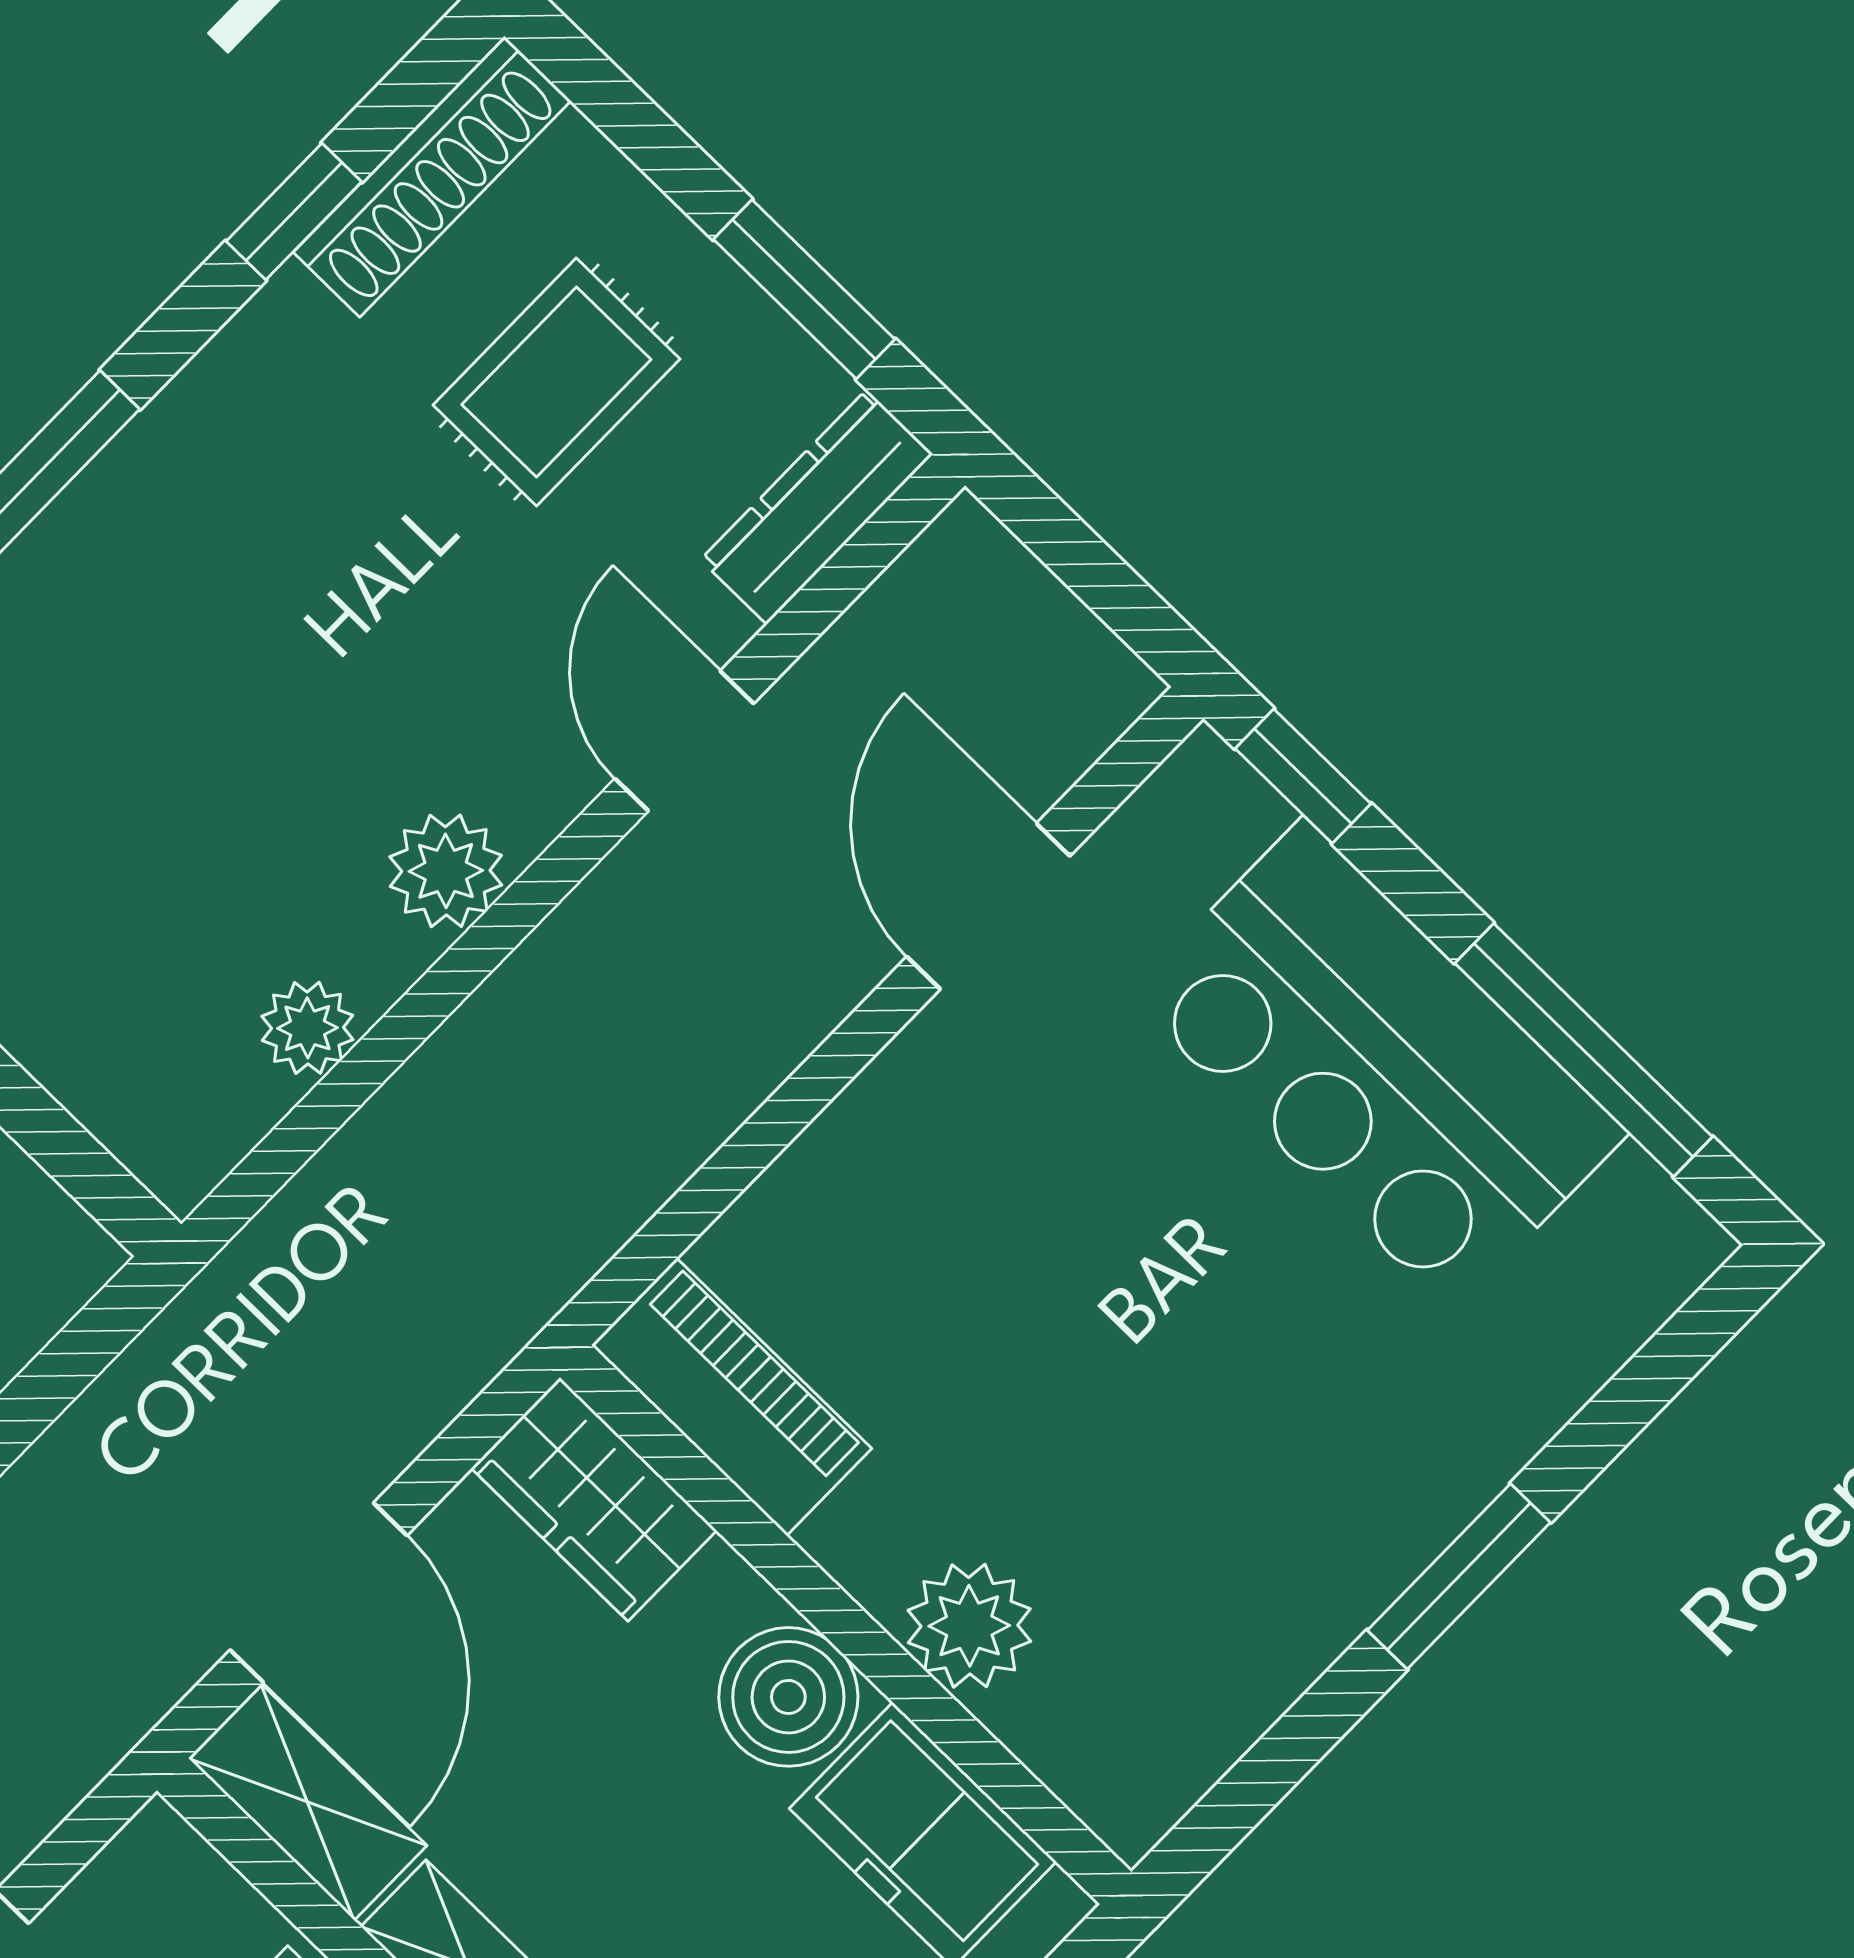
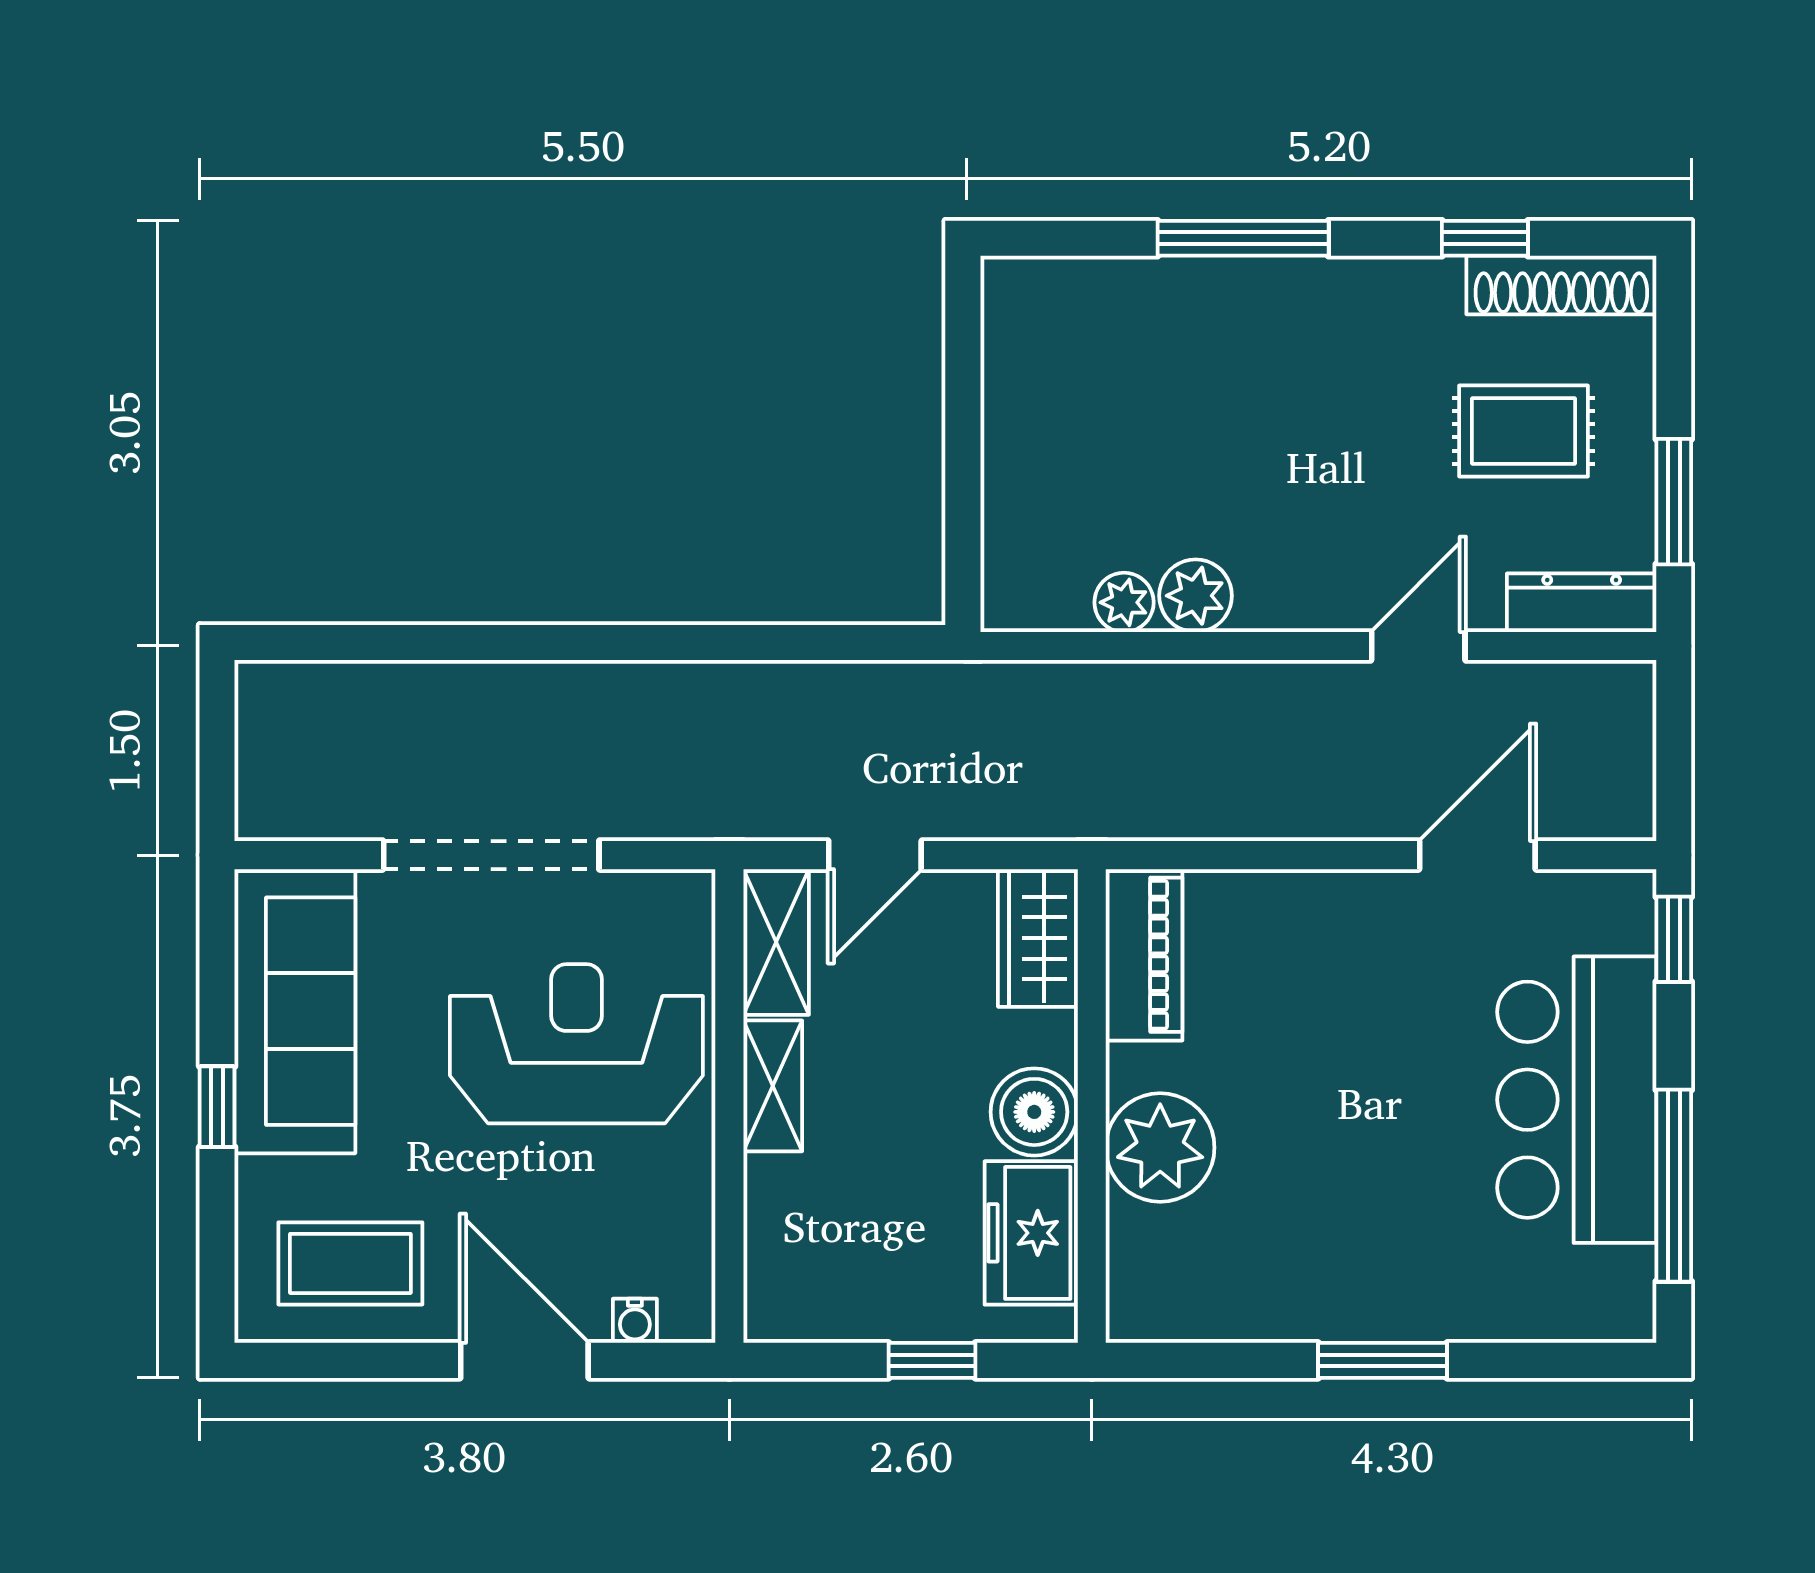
plant: (446, 871) -> (1196, 596), moved
door: (318, 1593) -> (875, 855), width x0.73
plant: (969, 1626) -> (1160, 1148), width x1.36, depth x1.36

